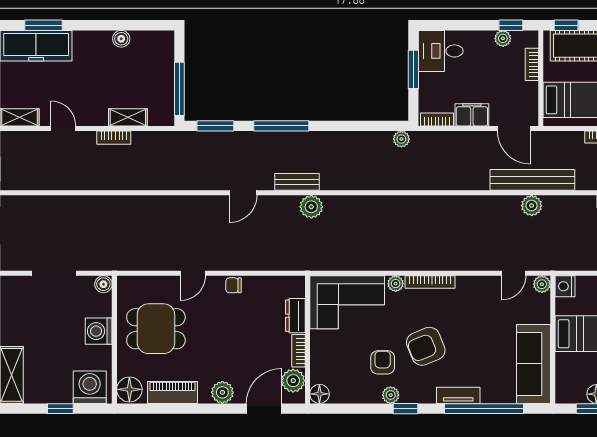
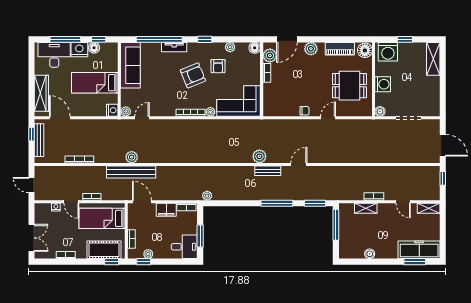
dresser: (295, 316) -> (269, 93), removed
plant: (391, 395) -> (230, 47), moved

